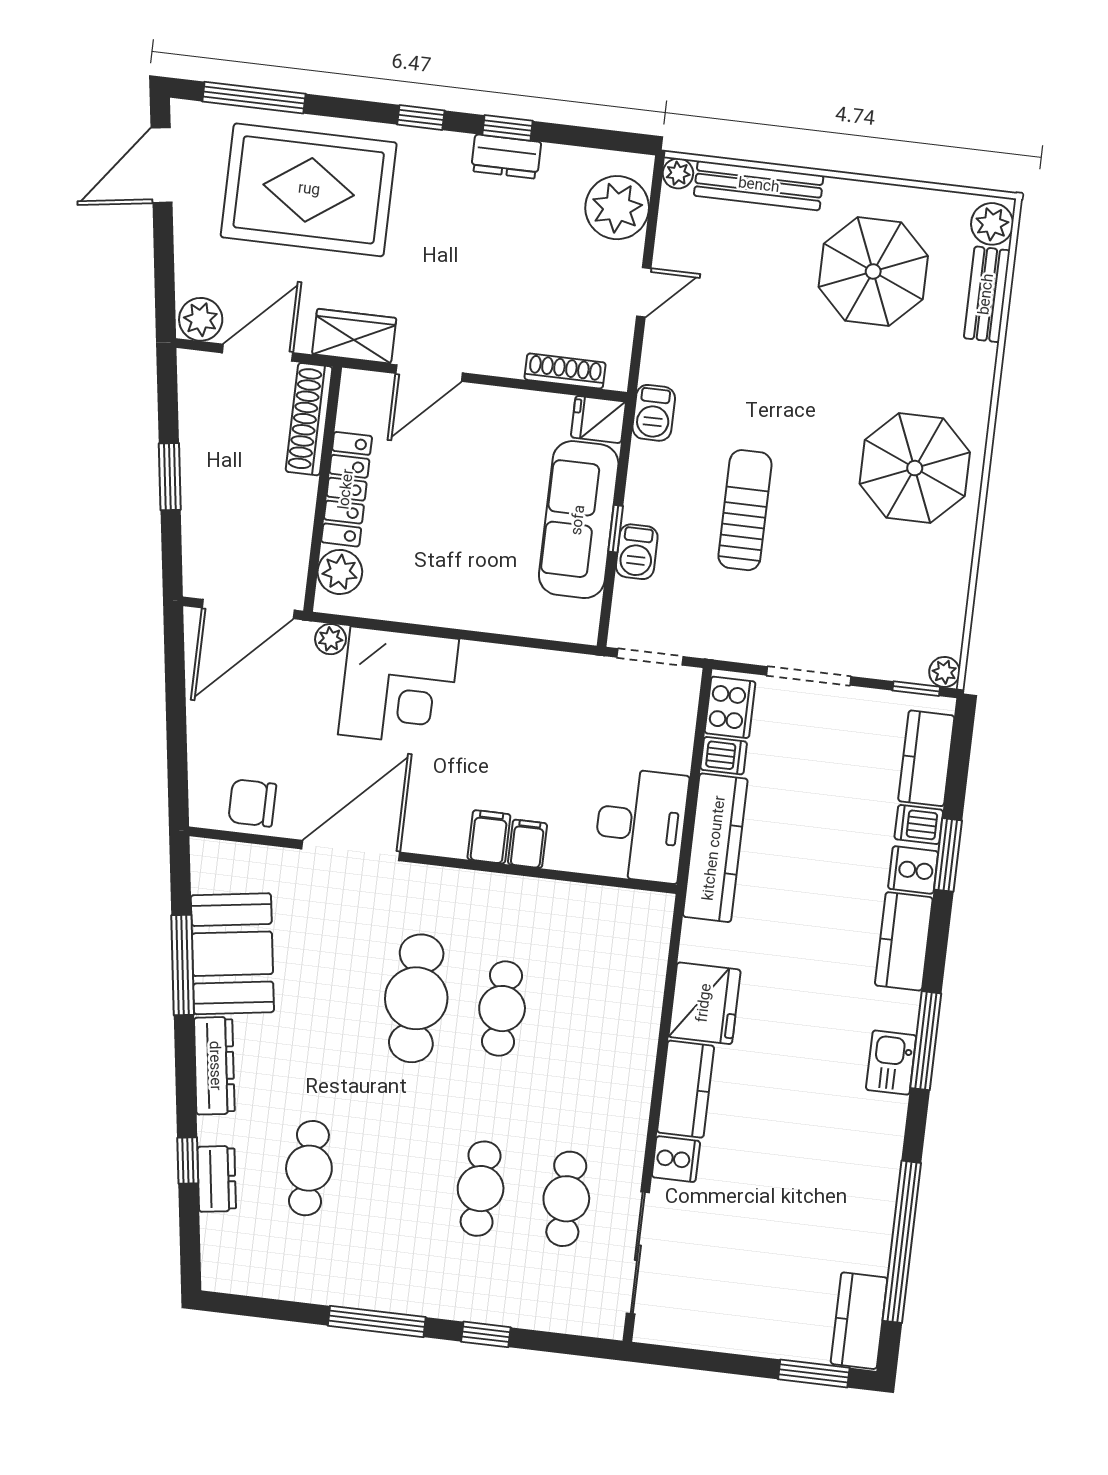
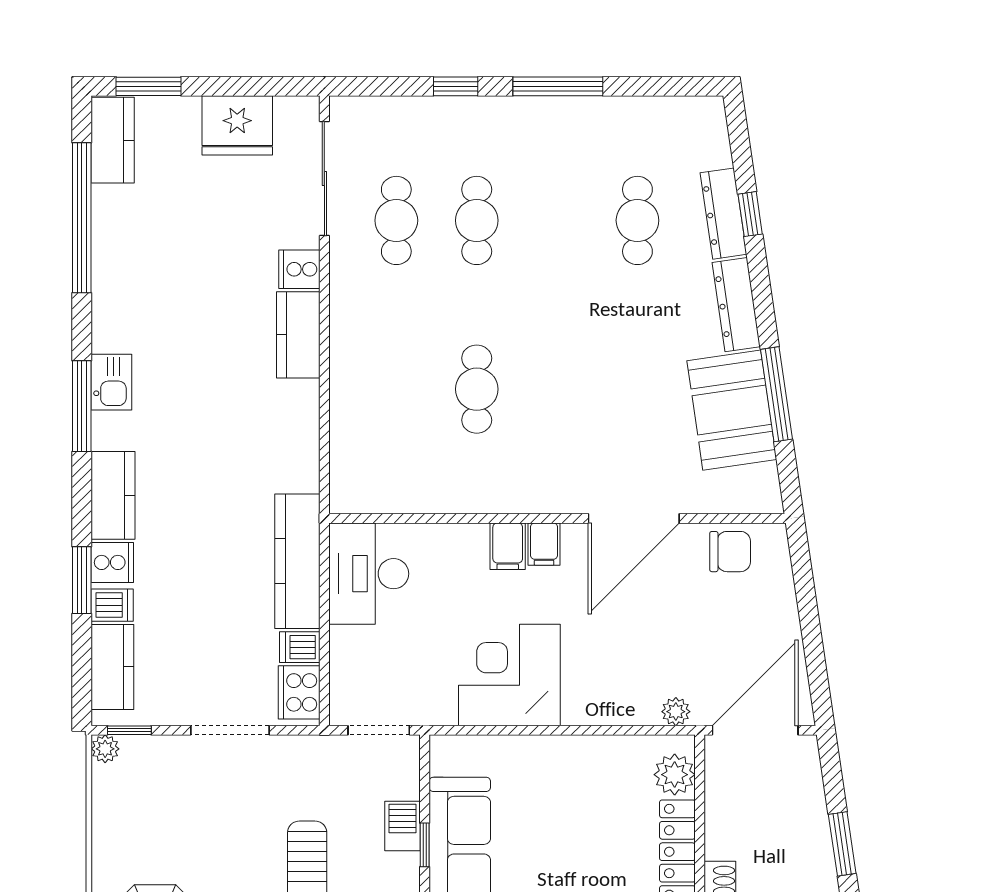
corner desk: (398, 687) -> (509, 675), moved
filing cabinet: (528, 844) -> (544, 544), moved
cafe table: (416, 998) -> (557, 389), removed
fridge: (705, 1003) -> (237, 125), moved, turned -90
dresser: (217, 1179) -> (723, 214), width x1.44

